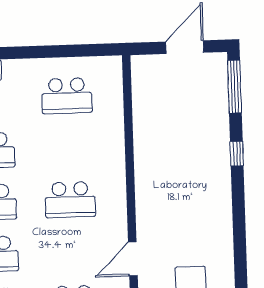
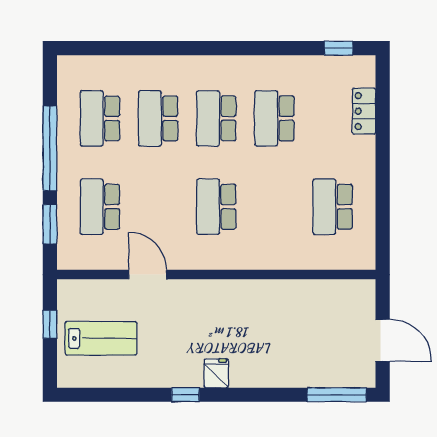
window: (237, 154) -> (185, 395), moved
fridge: (219, 195) -> (216, 373), added

